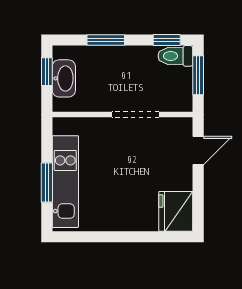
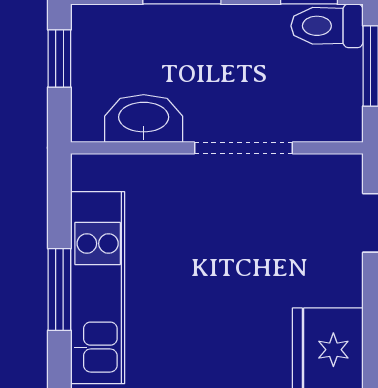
washbasin: (64, 78) -> (144, 119), moved, turned -90

